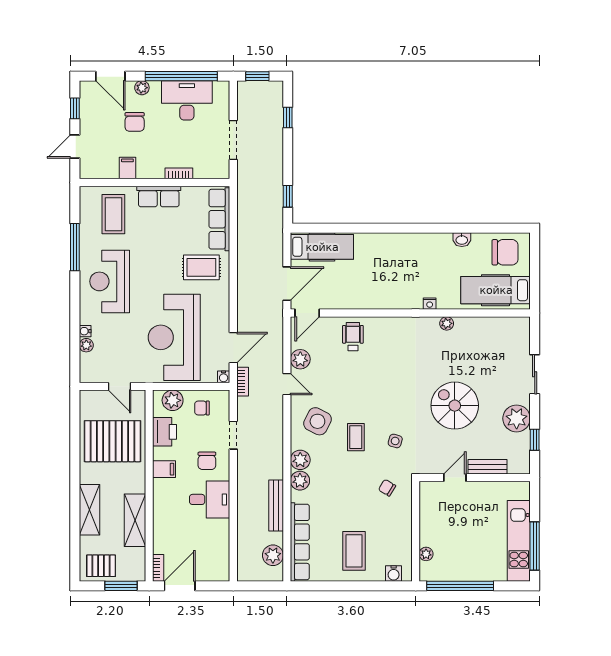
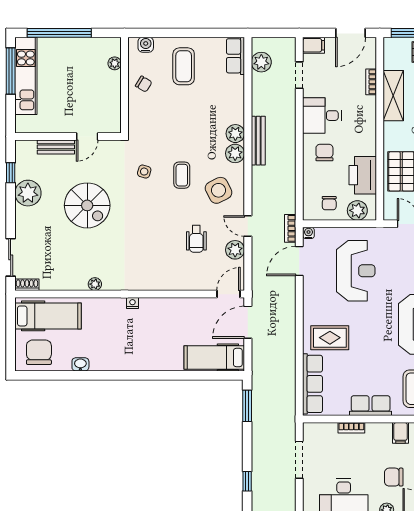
chair: (135, 122) -> (394, 477), turned -90
window: (288, 196) -> (247, 406), width x1.50
chair: (505, 252) -> (39, 352), turned 90
nightstand: (430, 304) -> (132, 303), moved
shoe rack: (518, 323) -> (27, 285), added
reception desk: (174, 337) -> (356, 271), width x0.74, depth x0.77
wheelchair: (353, 337) -> (196, 239), moved
sliding door: (535, 374) -> (11, 257), moved
chair: (202, 408) -> (329, 203), turned 90
side table: (317, 421) -> (219, 190), turned 36
printer: (165, 432) -> (363, 175), width x1.37, depth x1.19
doorway: (233, 435) -> (299, 75), moved
filing cabinet: (164, 469) -> (314, 45), moved, turned 180
chair: (387, 488) -> (144, 84), moved
bench: (276, 505) -> (258, 141), moved
row of seats: (300, 542) -> (236, 56), width x0.50
bookcase: (158, 568) -> (371, 82), moved
window: (460, 586) -> (59, 33), moved

